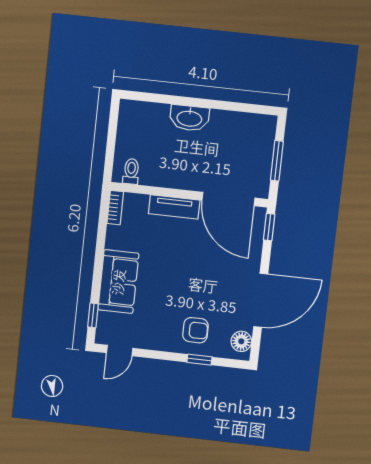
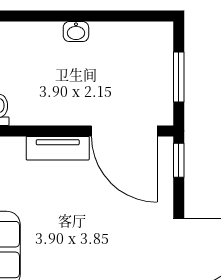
washbasin: (189, 118) -> (76, 32), width x0.52, depth x0.69

